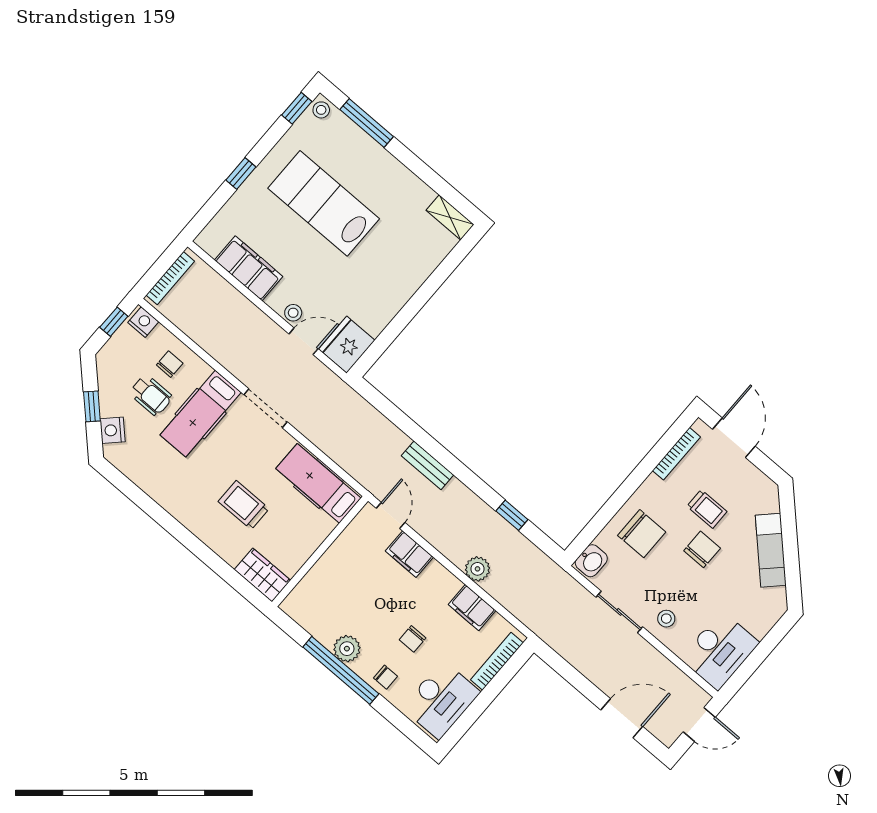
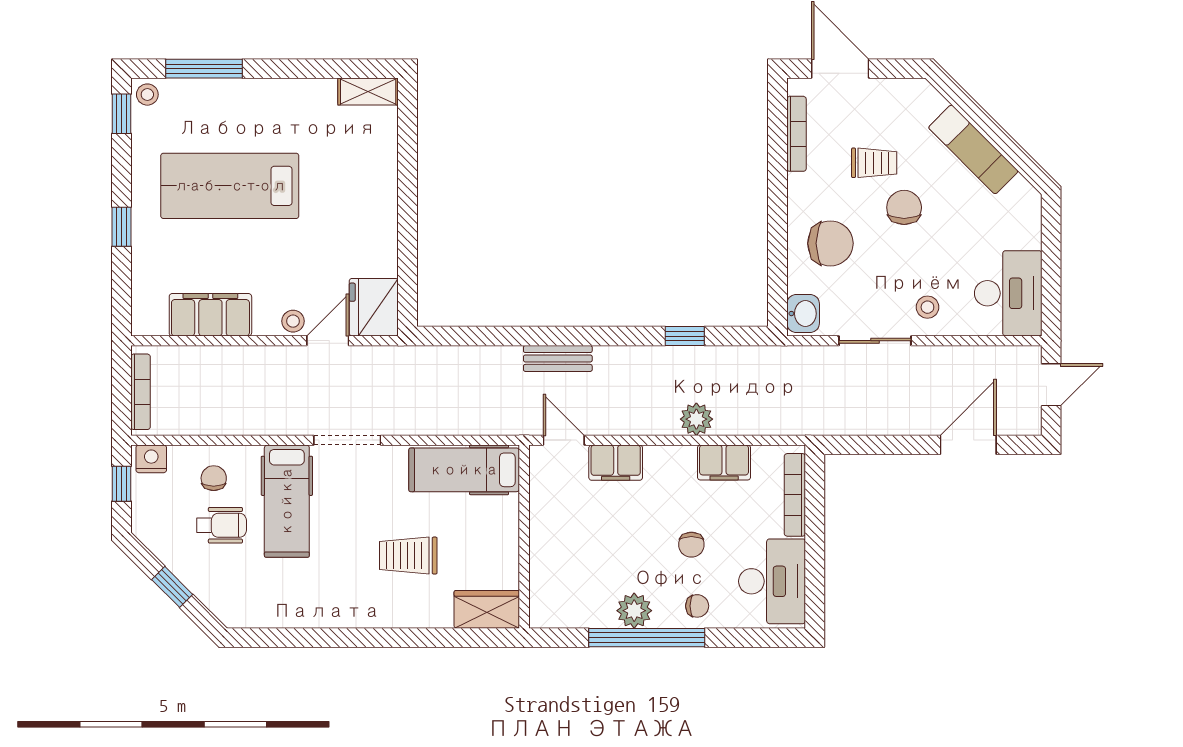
nightstand: (113, 430) -> (213, 593), removed

